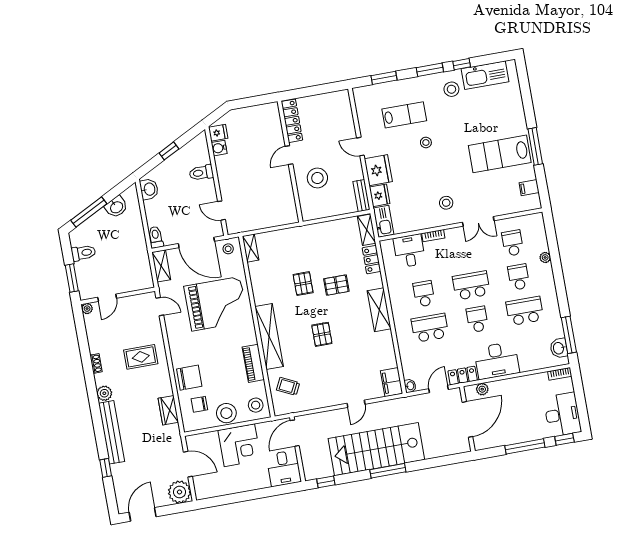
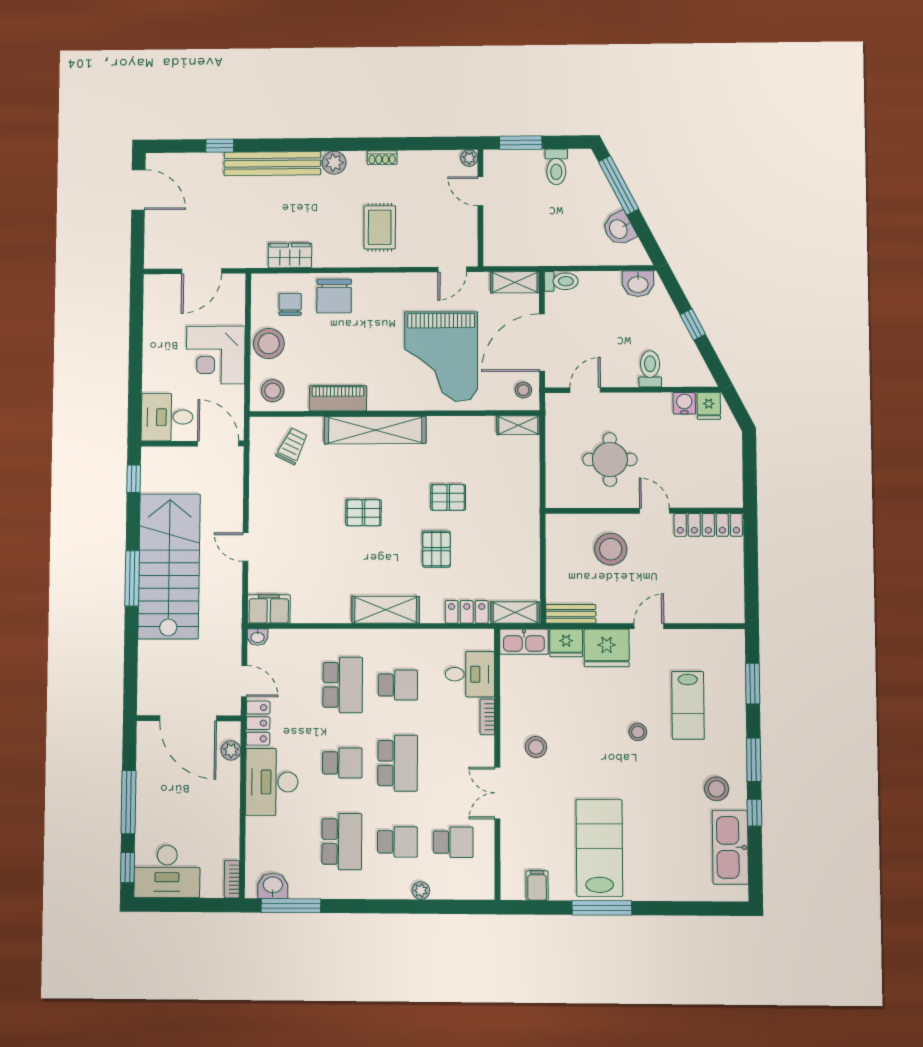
round table: (262, 188) -> (610, 460), added
plant: (180, 492) -> (162, 251), removed

